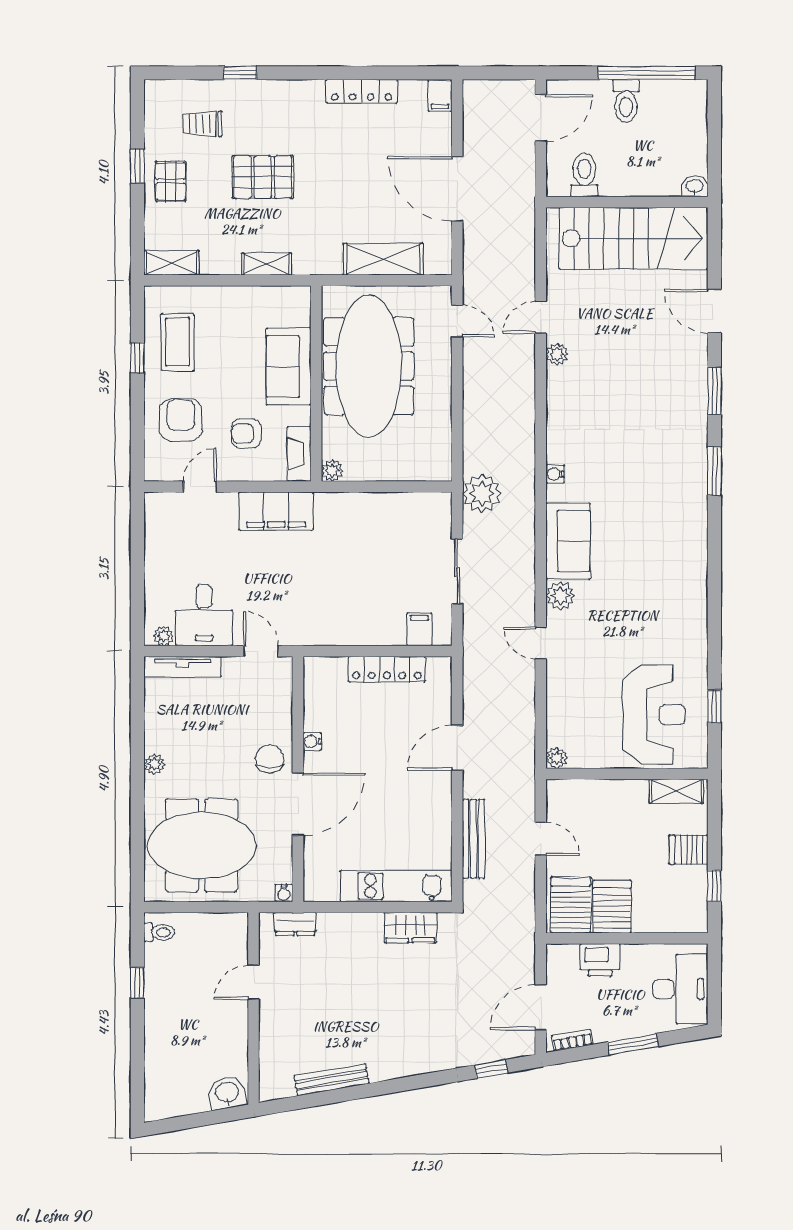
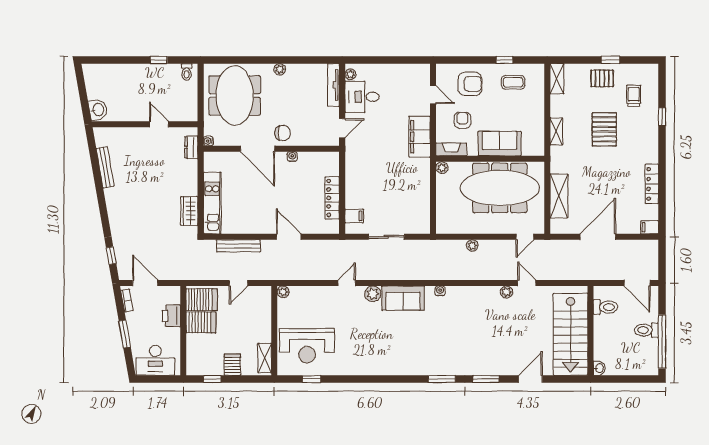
coffee table: (178, 342) -> (513, 82), width x0.73, depth x0.77
plant: (482, 493) -> (472, 245), moved, width x0.53, depth x0.53

